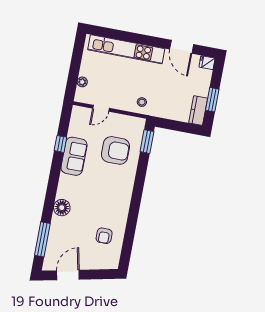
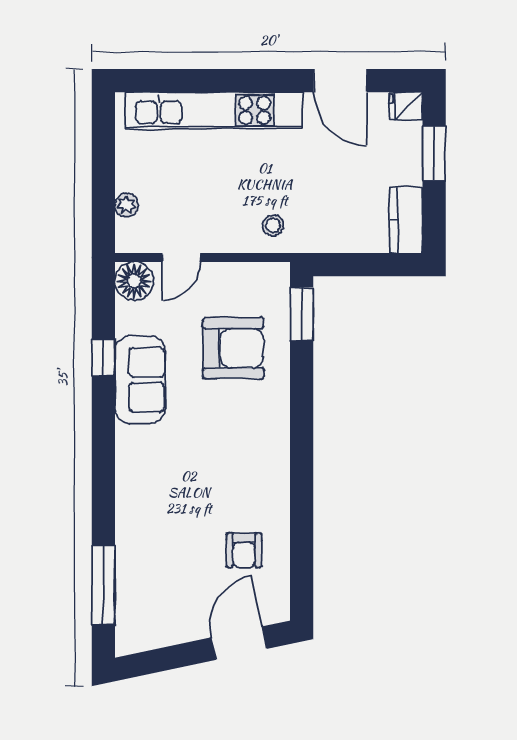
window: (212, 100) -> (434, 153), moved
floor lamp: (62, 208) -> (134, 281), moved
door: (68, 275) -> (239, 643), moved

